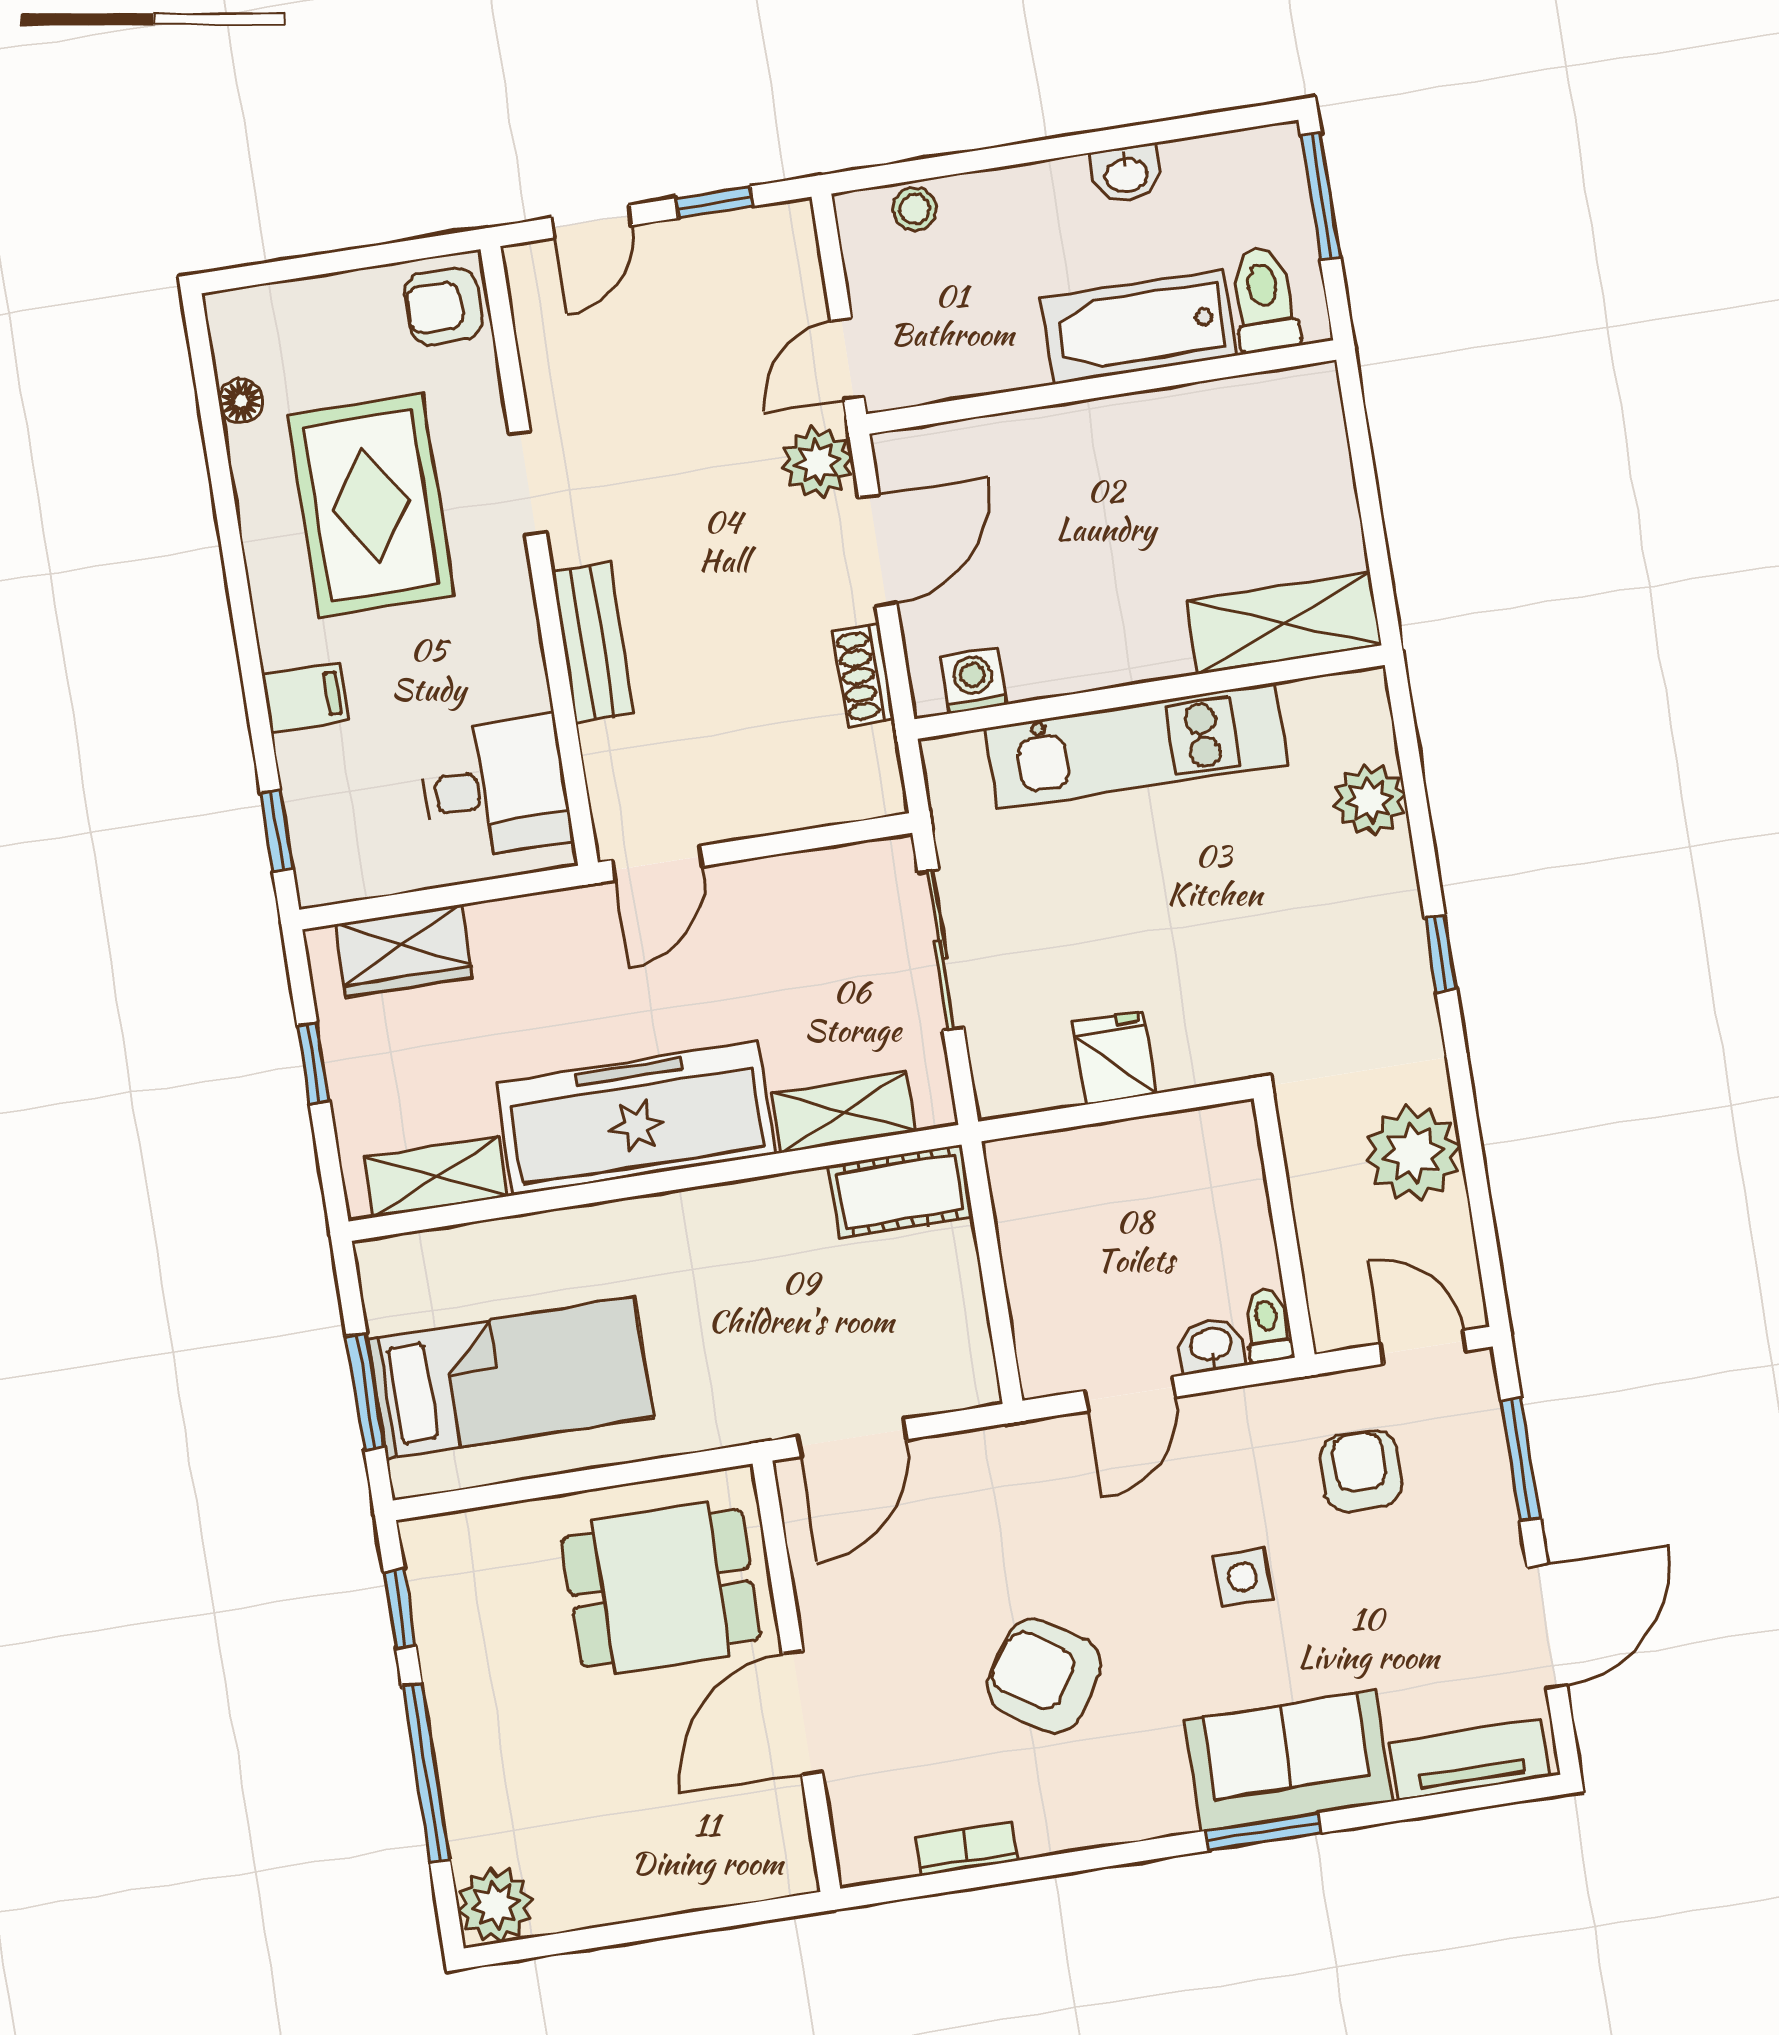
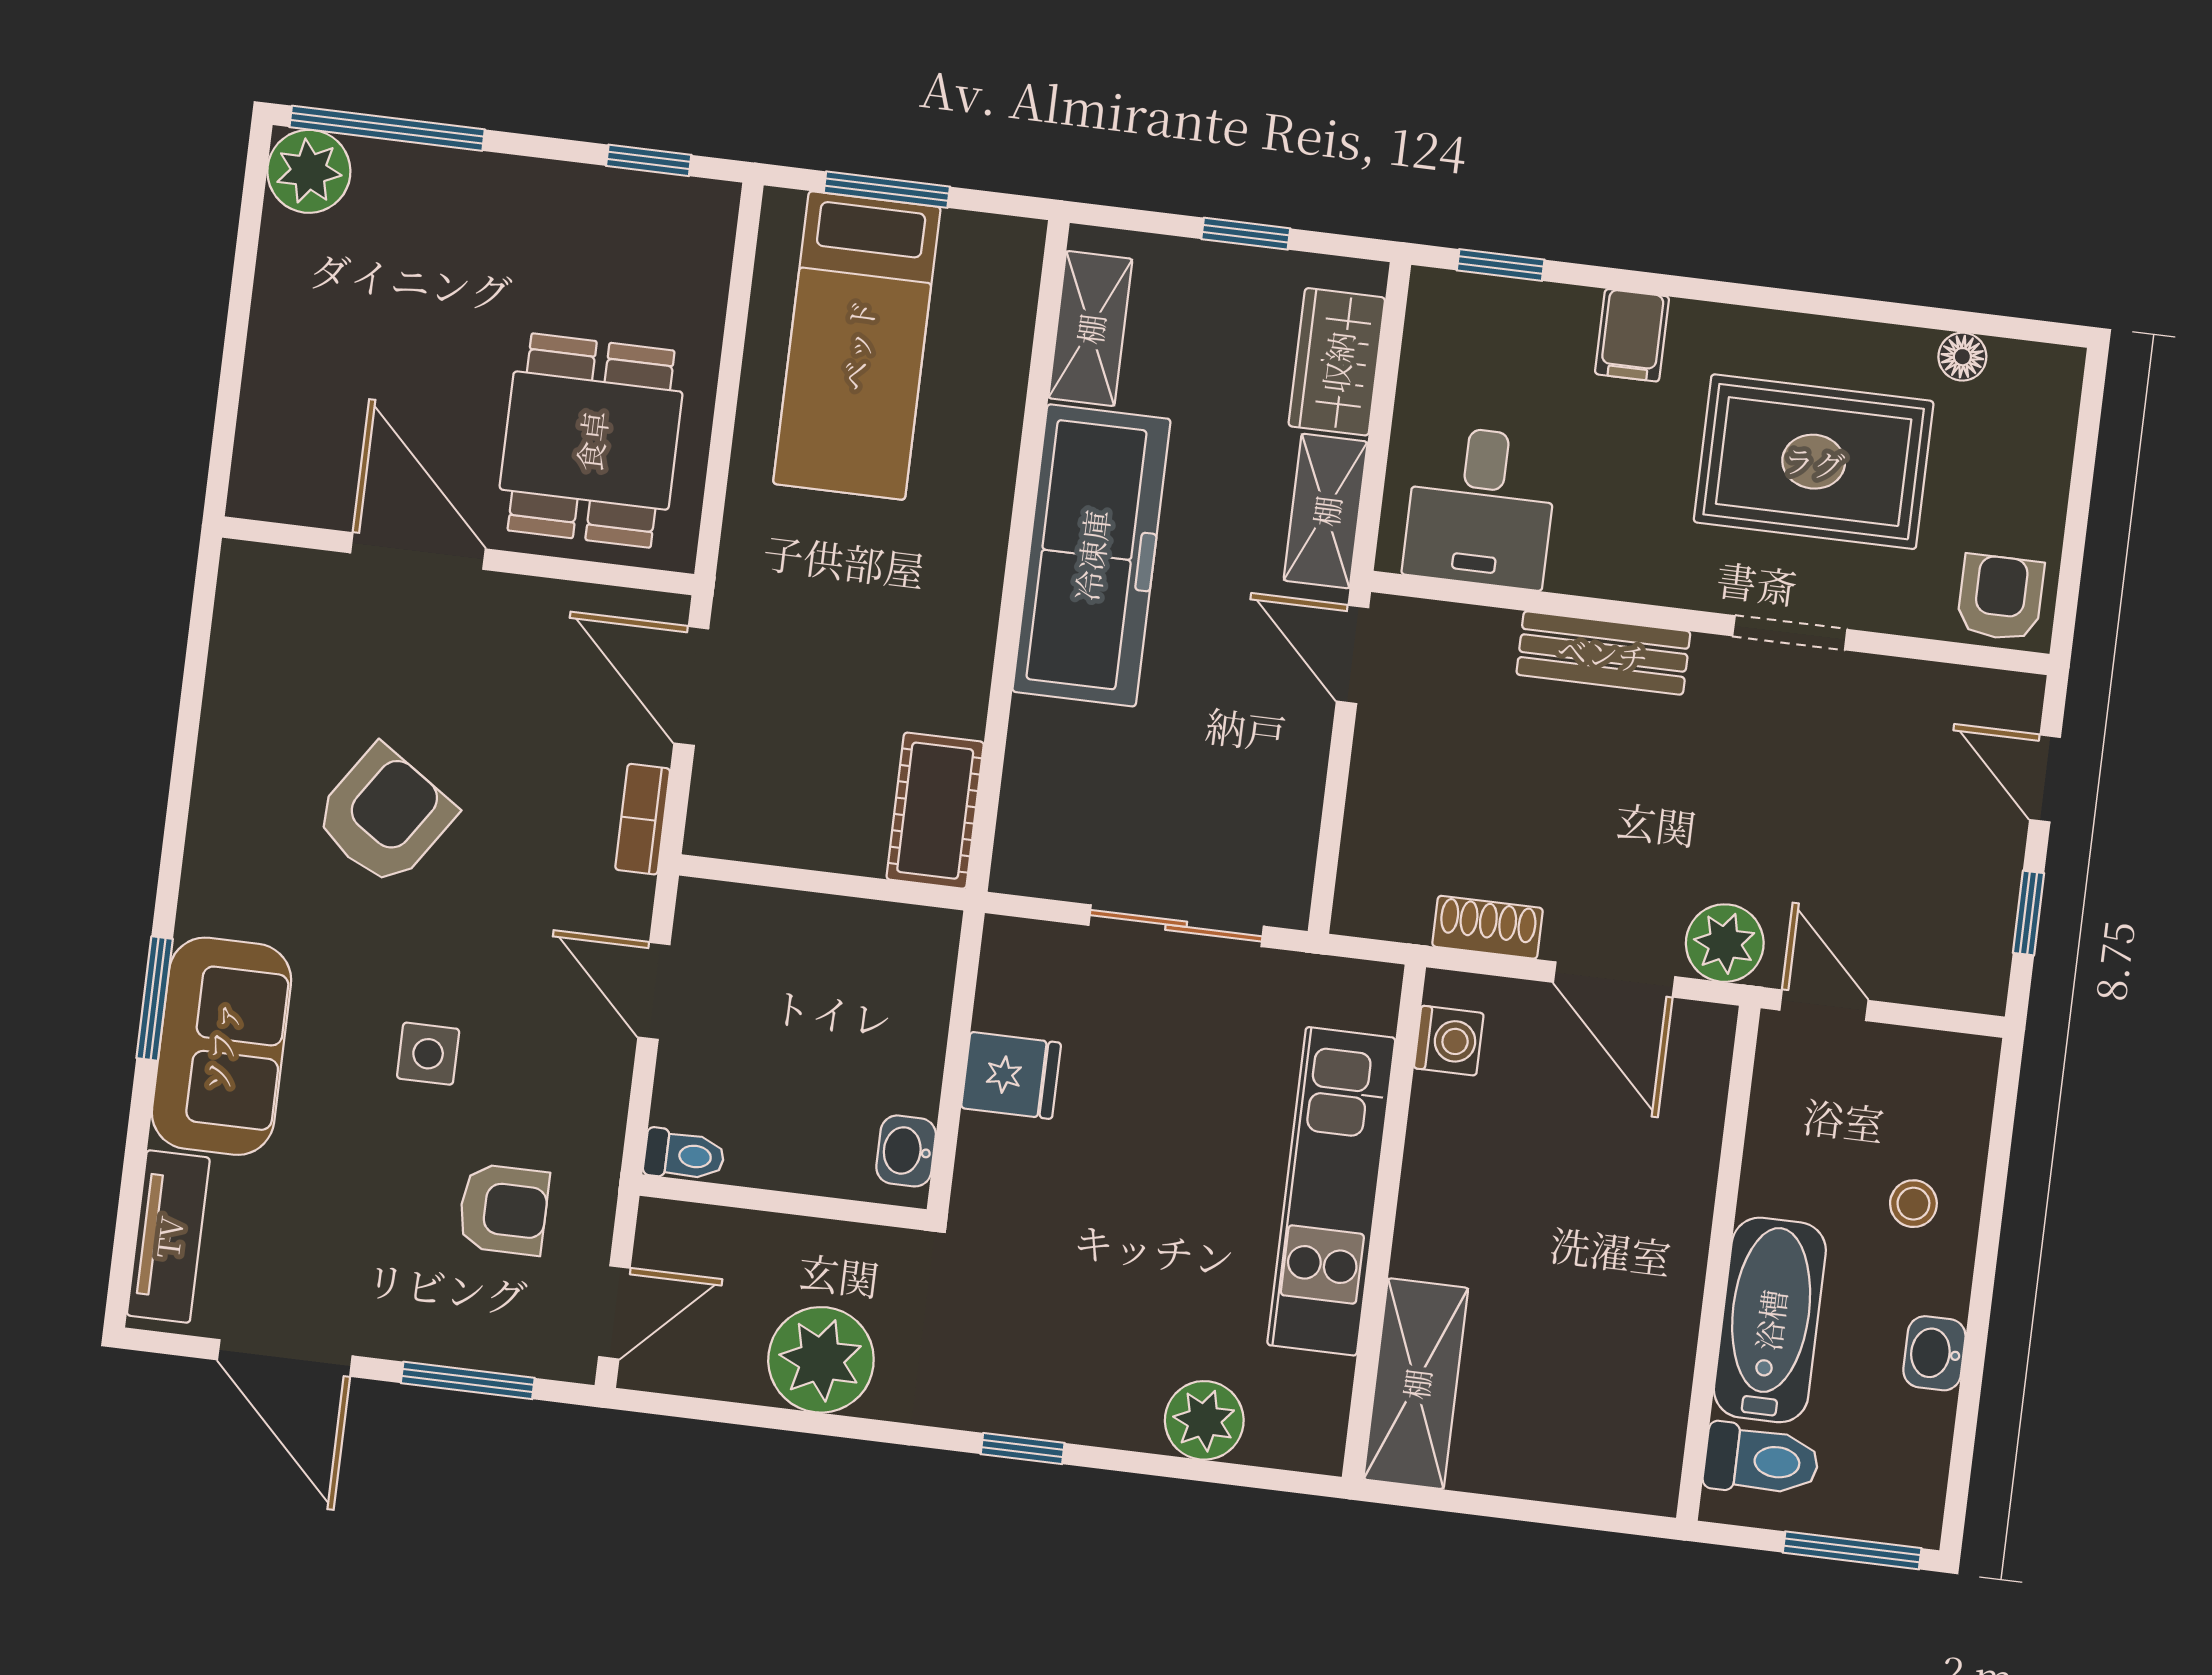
stool: (915, 209) -> (1913, 1204), moved
shelving: (844, 1112) -> (1326, 511), moved
washbasin: (1211, 1345) -> (906, 1151), moved, turned 180
window: (426, 1773) -> (387, 128), moved
bookcase: (966, 1849) -> (643, 819), moved, turned 180

